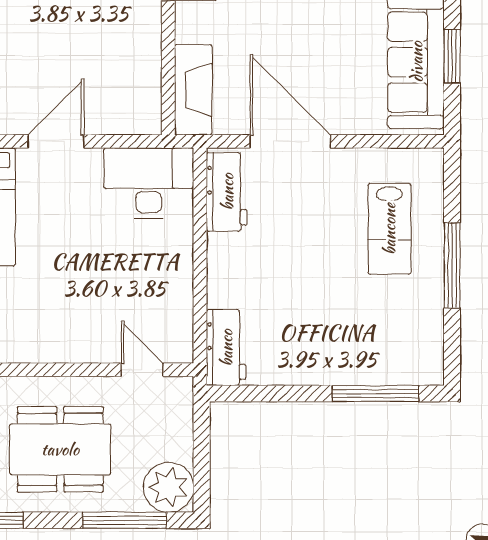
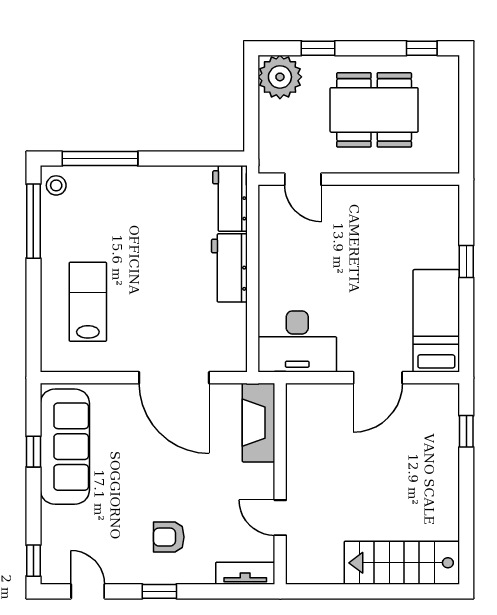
window: (452, 56) -> (33, 452), width x0.67
workbench: (227, 192) -> (229, 268), moved
window: (452, 265) -> (33, 221), moved
stool: (426, 363) -> (56, 185), added
window: (125, 520) -> (318, 48), width x0.46

